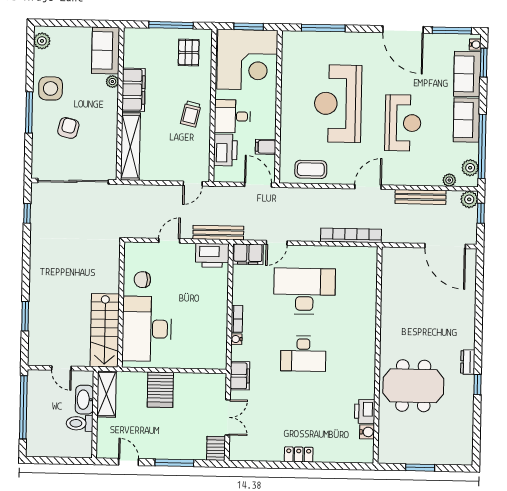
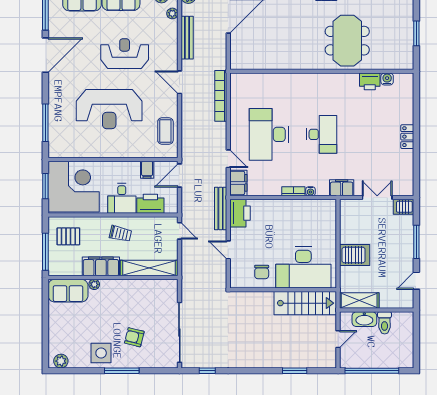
sofa: (106, 50) -> (68, 291), moved
plant: (112, 82) -> (94, 284), moved
filing cabinet: (134, 90) -> (101, 266), moved
wall: (120, 104) -> (113, 277), moved
shelving: (130, 147) -> (149, 268), moved

